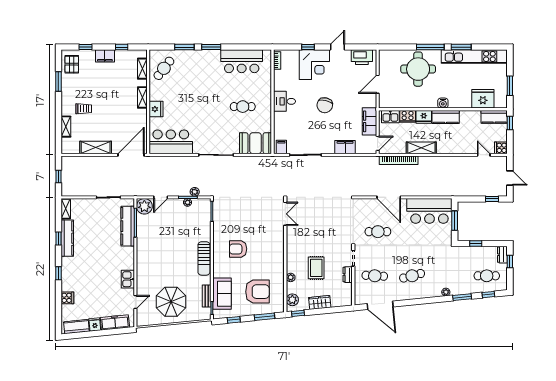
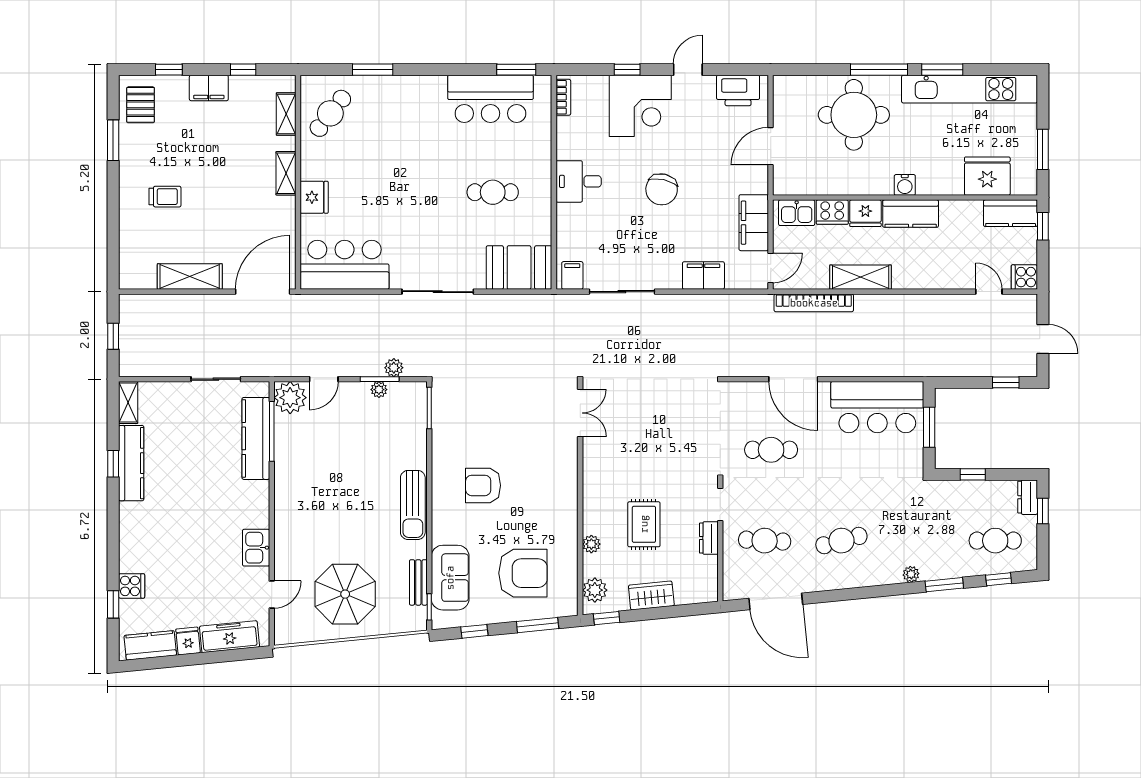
window: (211, 47) -> (516, 70), moved
shelving: (66, 127) -> (128, 233), removed
window: (58, 273) -> (113, 604), moved

